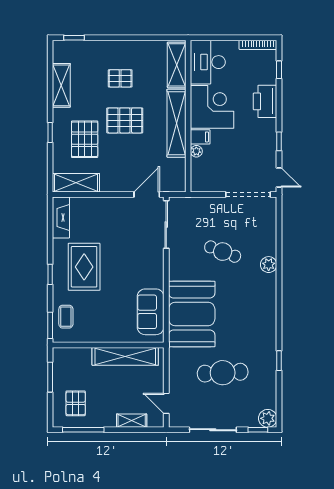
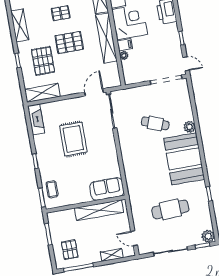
rug: (84, 267) -> (73, 139), moved
sofa: (151, 312) -> (107, 189), moved, turned 90
booth: (192, 314) -> (184, 159), moved

